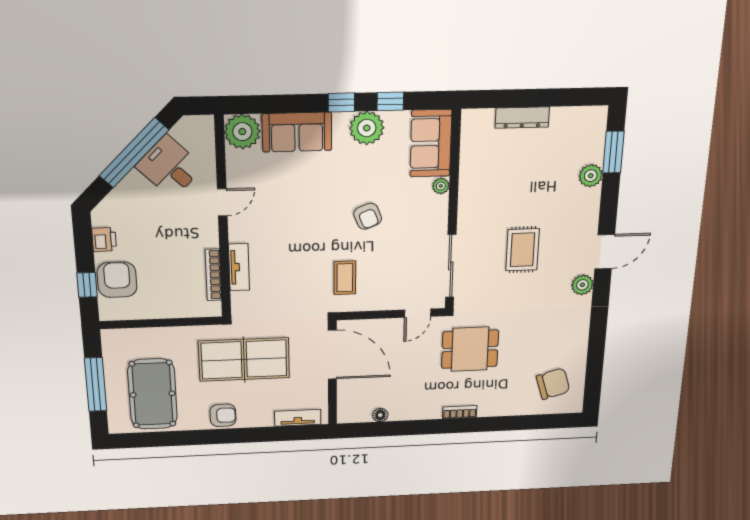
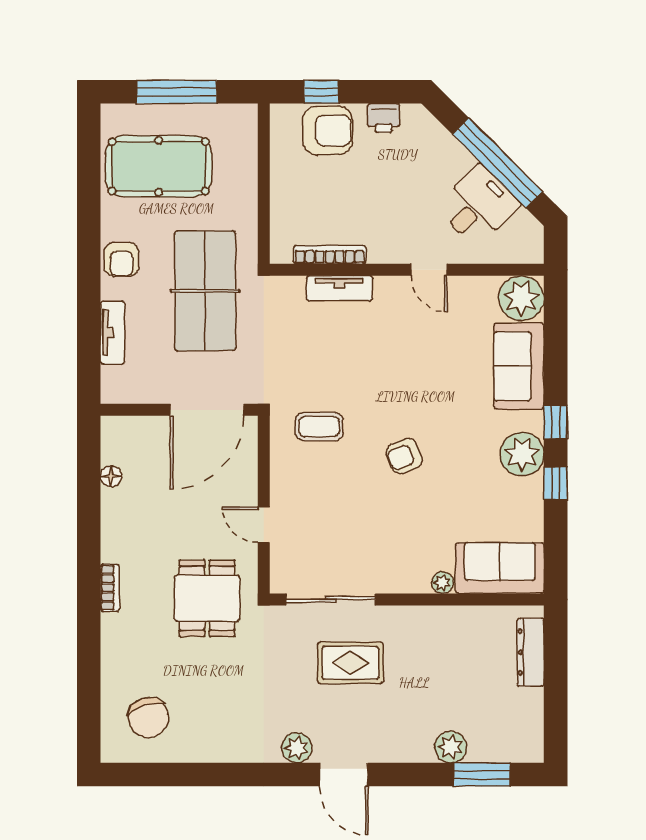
sofa: (431, 143) -> (500, 568), moved
plant: (441, 186) -> (442, 583), moved
wall: (453, 212) -> (407, 599), moved
sliding door: (451, 266) -> (331, 599), moved
tv unit: (298, 418) -> (112, 333), moved

